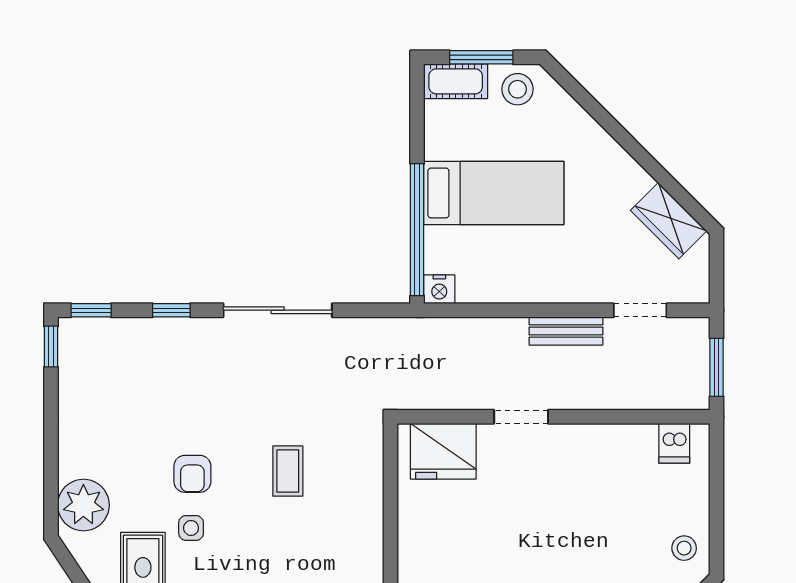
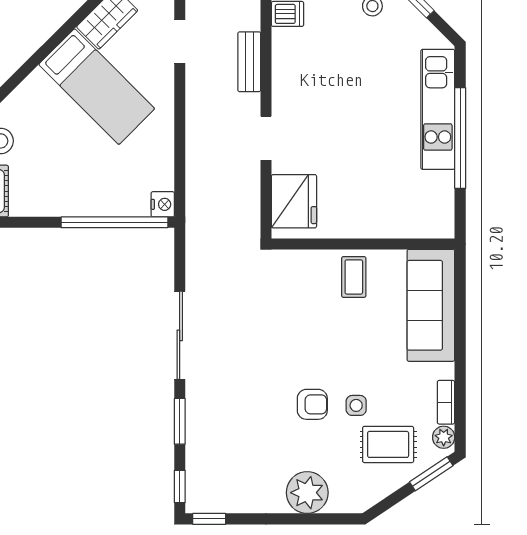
bed: (494, 193) -> (97, 87), moved, turned 135
window: (171, 310) -> (180, 421), width x1.50
bench: (566, 331) -> (249, 62), moved
coffee table: (288, 471) -> (354, 277), moved, turned 90
plant: (83, 505) -> (307, 493), moved

